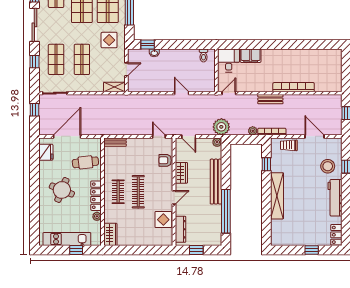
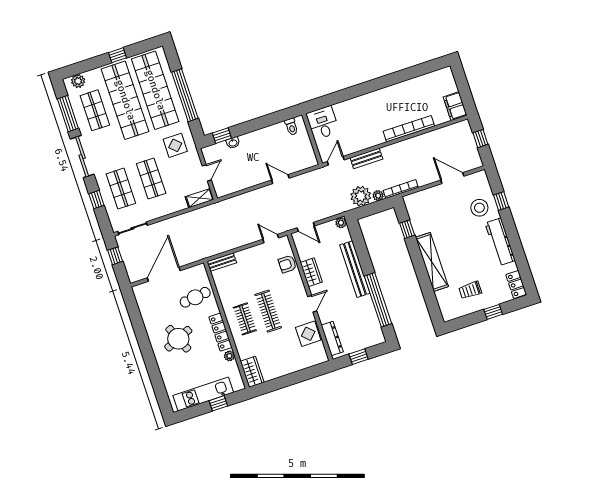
filing cabinet: (251, 56) -> (455, 106), moved, turned 90
bench: (270, 99) -> (366, 158), moved
plant: (221, 127) -> (361, 196), moved
trolley: (289, 145) -> (470, 290), moved
fridge: (46, 152) -> (145, 301), removed
round table: (62, 190) -> (178, 339), turned 45

